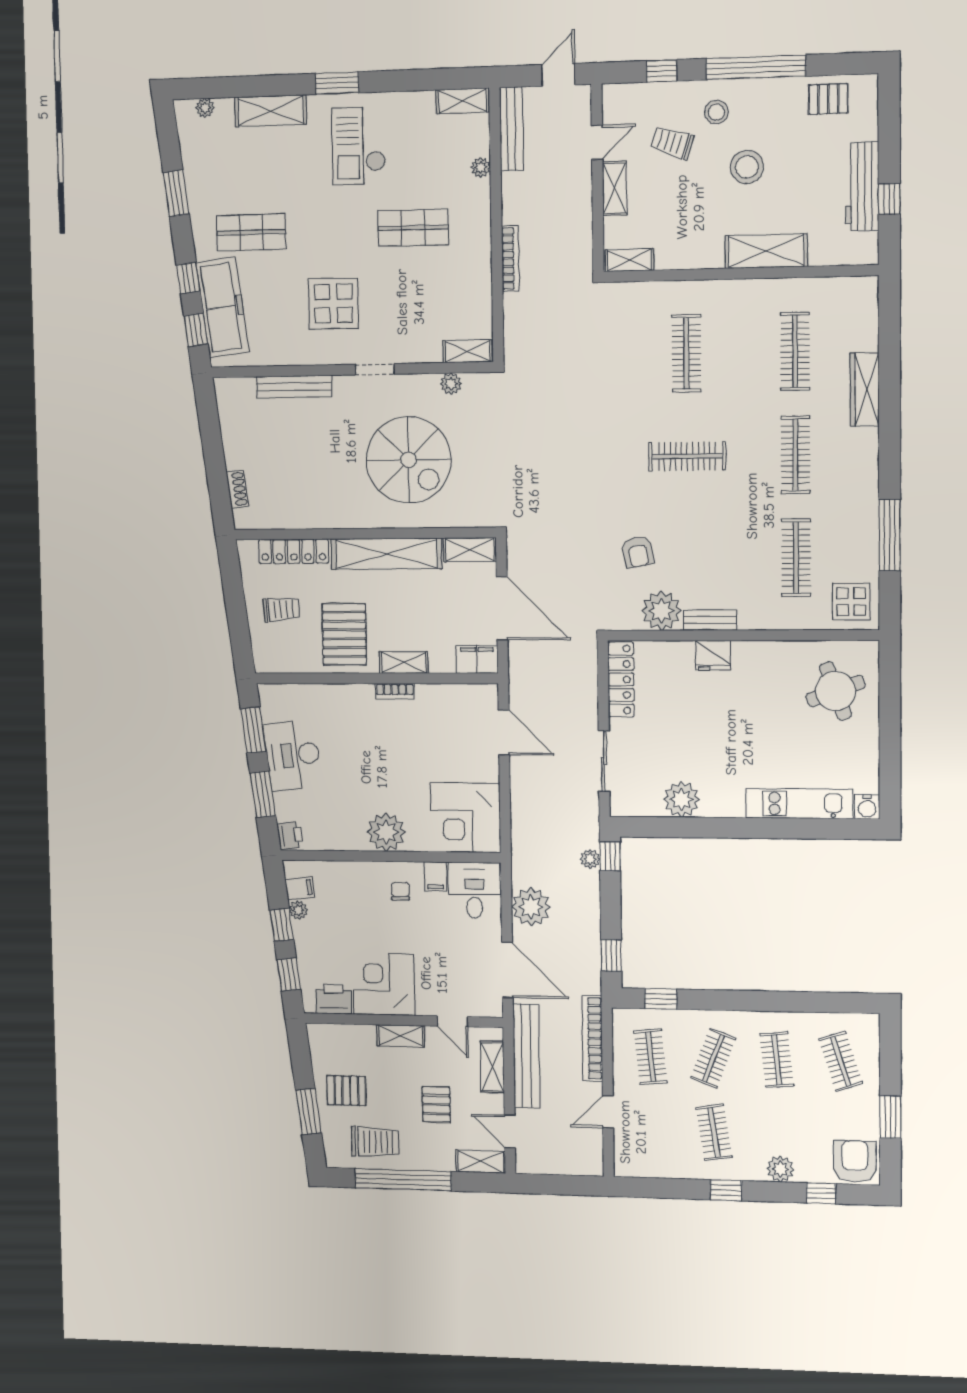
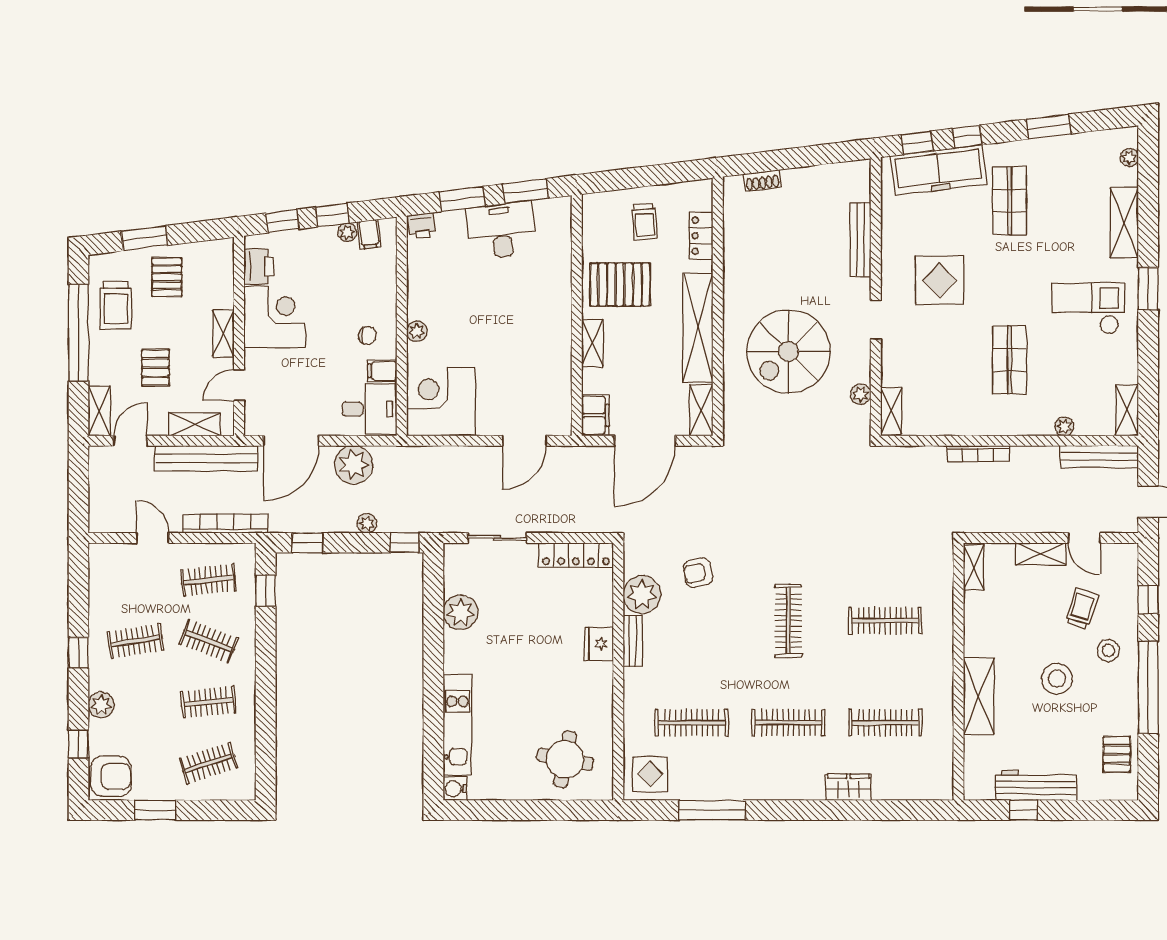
wardrobe: (865, 389) -> (848, 787), width x0.67
locker: (294, 551) -> (701, 236), width x0.66
bookcase: (395, 691) -> (564, 334), removed
round table: (836, 691) -> (565, 759), turned 31
plant: (386, 832) -> (417, 331), width x0.53, depth x0.53
plant: (590, 859) -> (367, 523), moved
pallet: (436, 1104) -> (155, 368), turned 90

